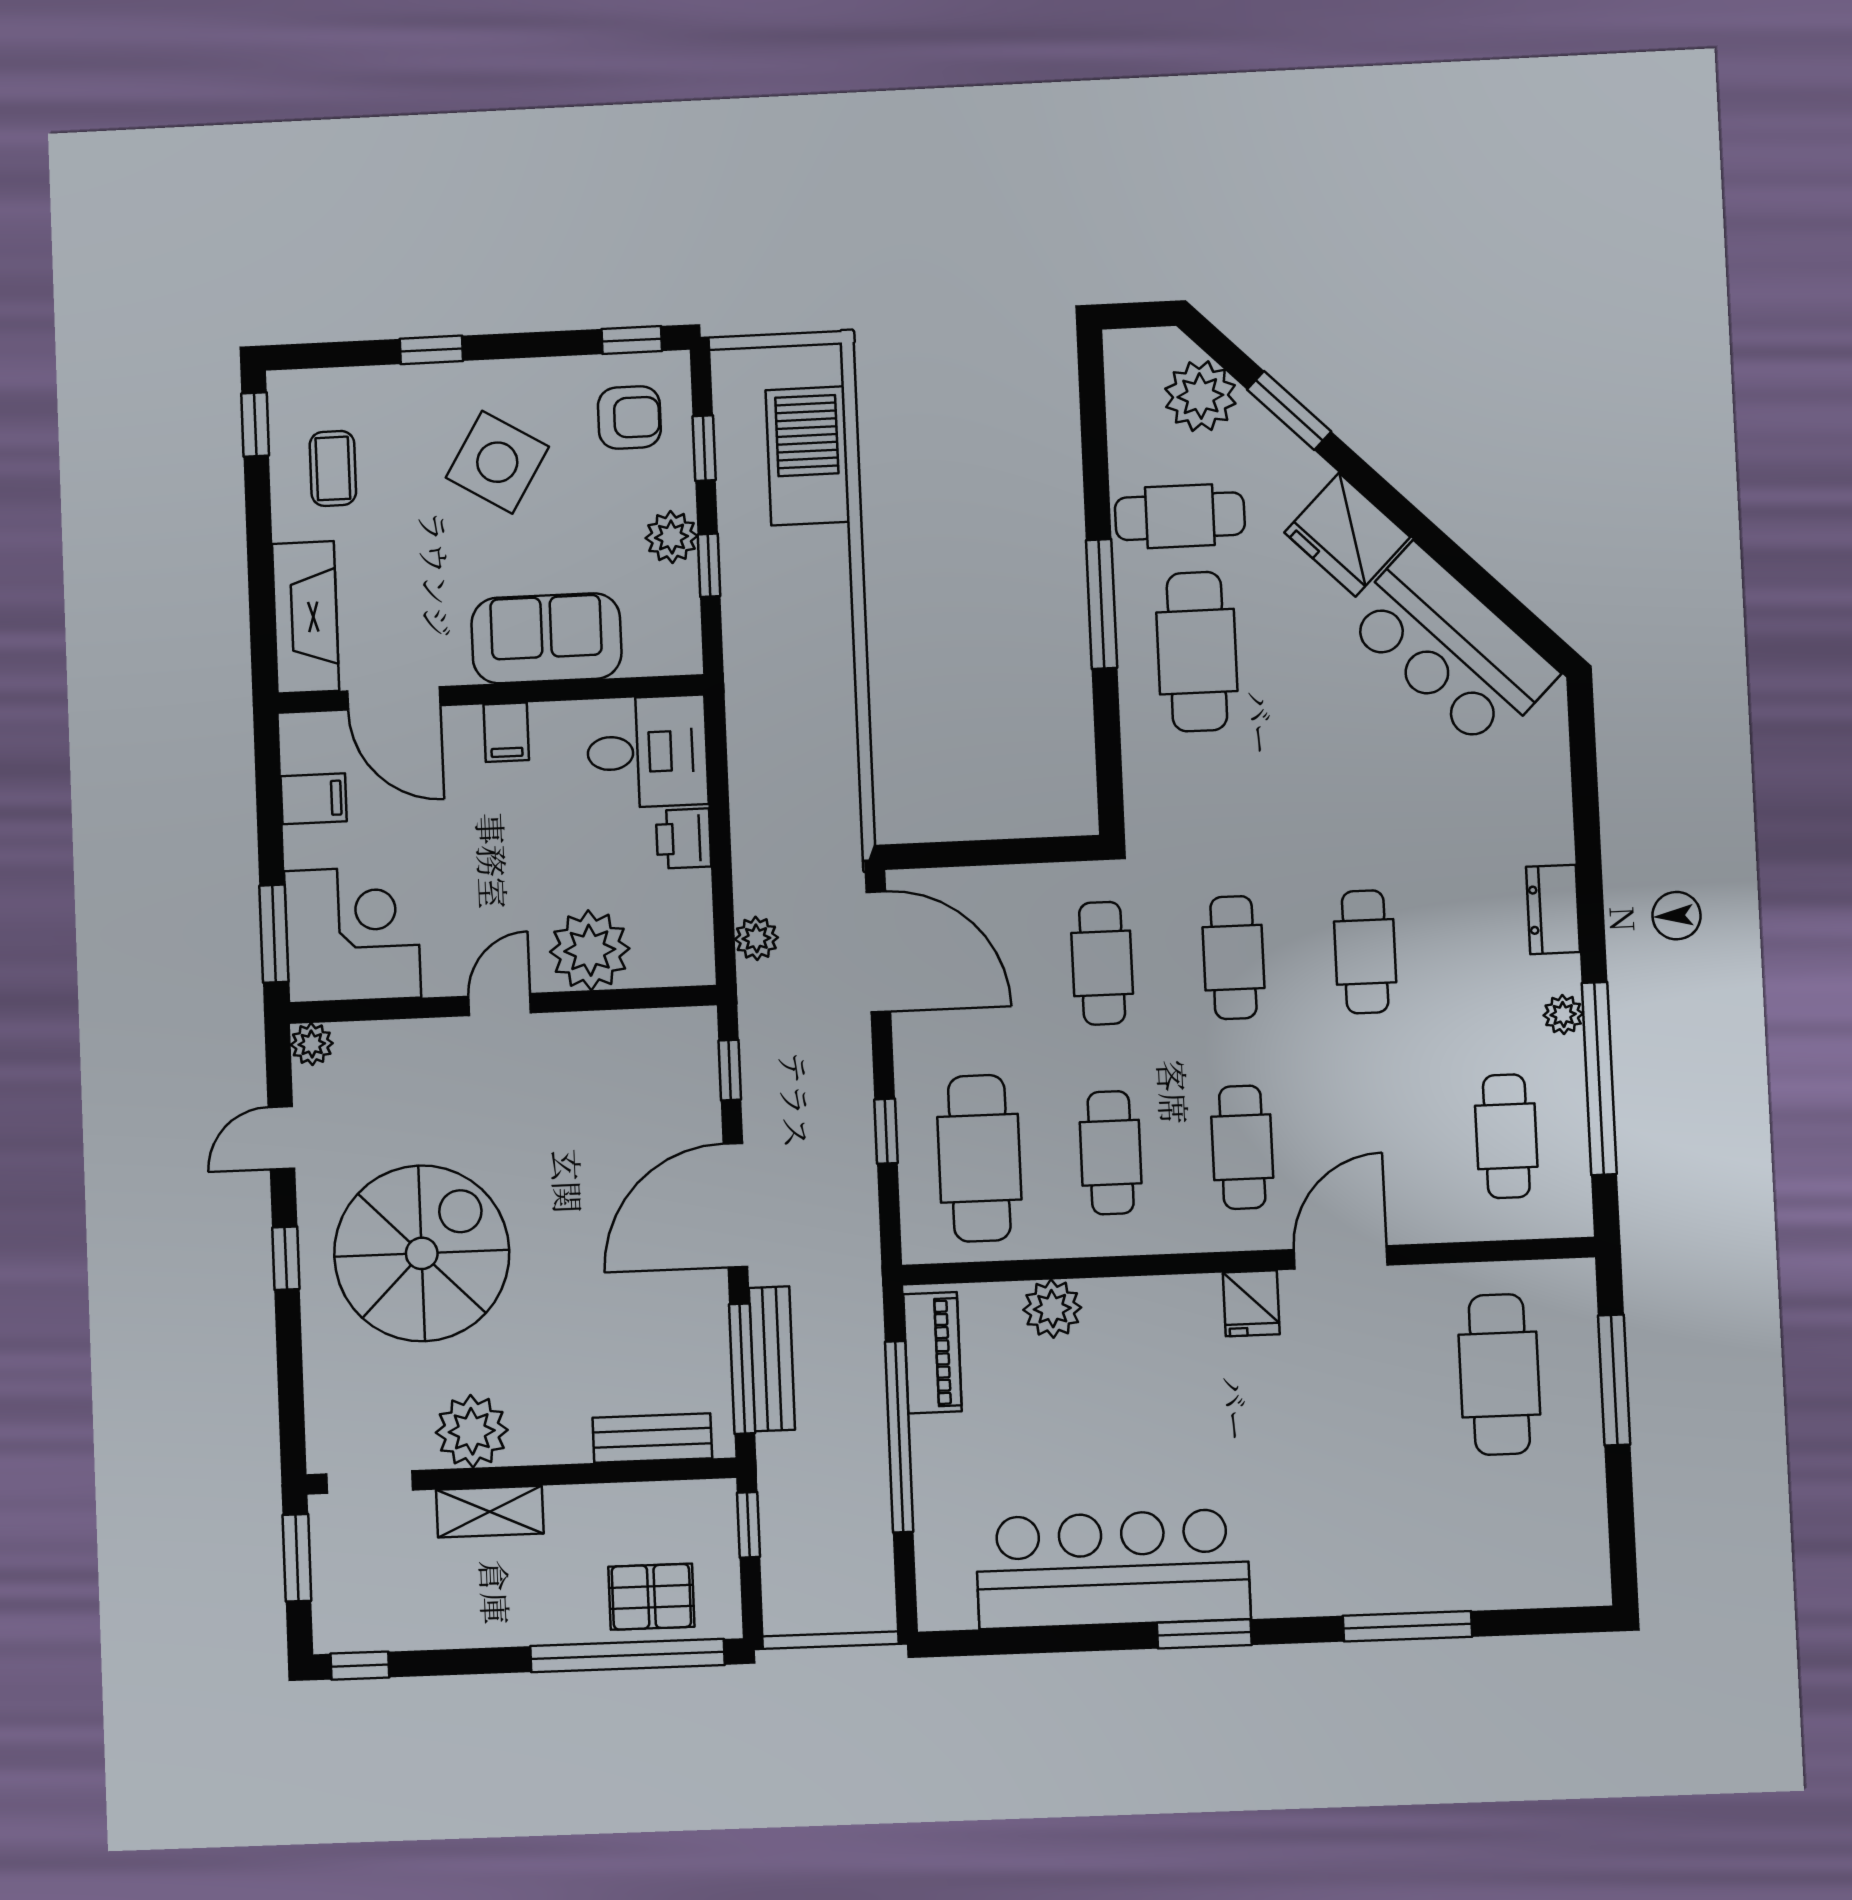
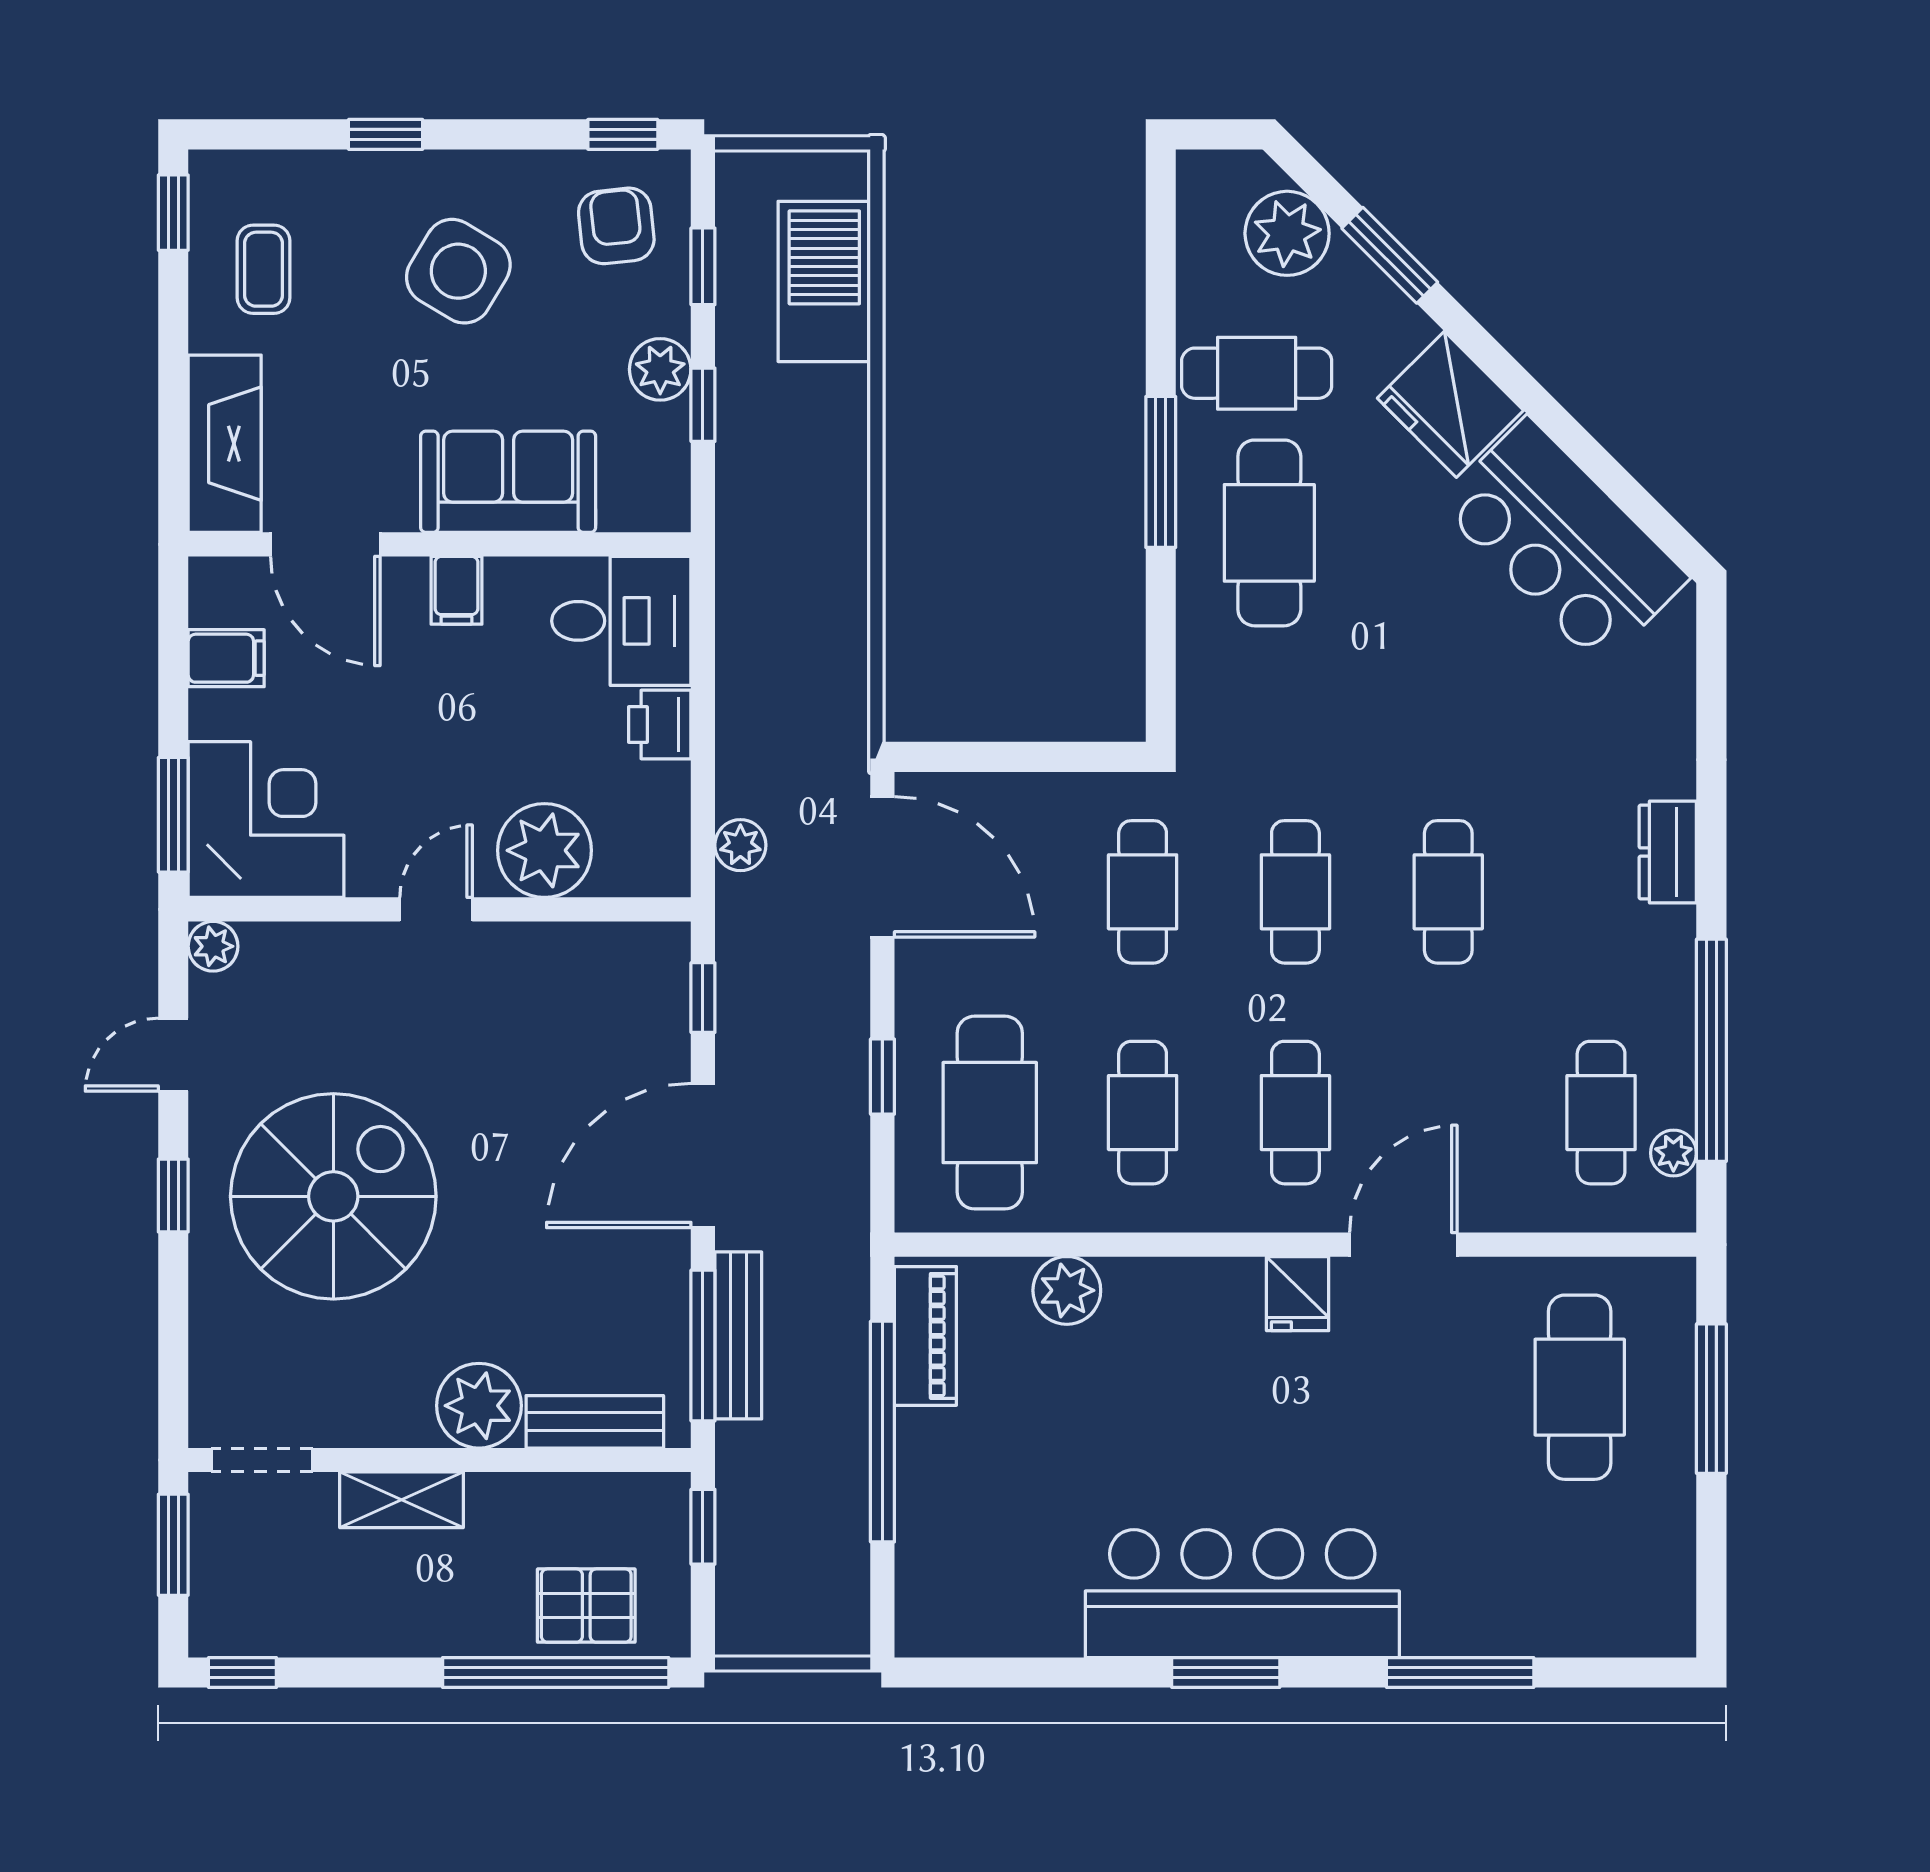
armchair: (629, 417) -> (616, 226), turned -96
plant: (1563, 1014) -> (1673, 1153), moved
plant: (472, 1431) -> (479, 1406), moved
bar counter: (1113, 1569) -> (1242, 1594), moved

